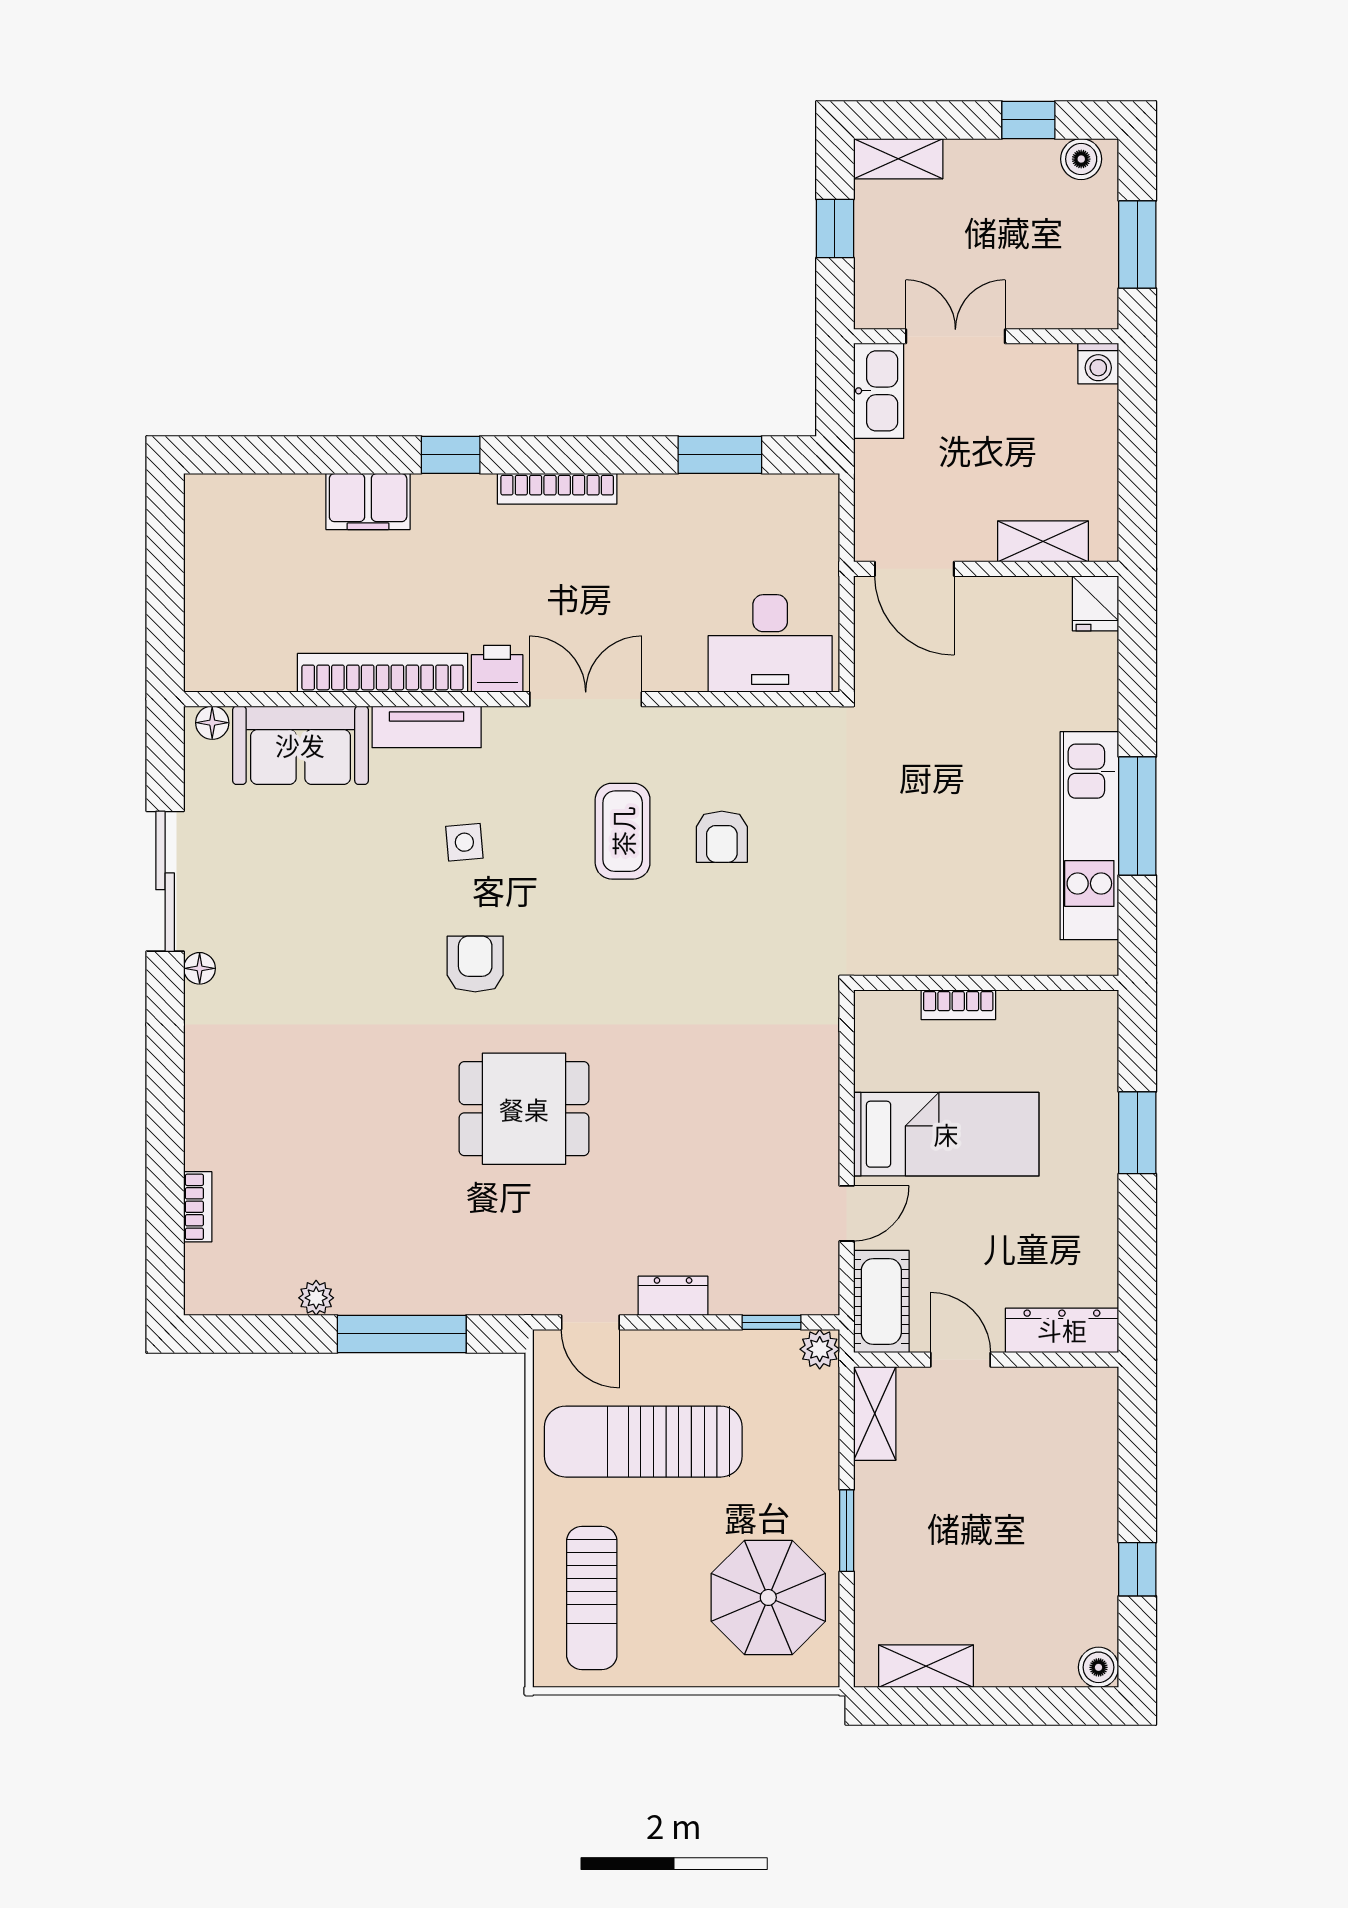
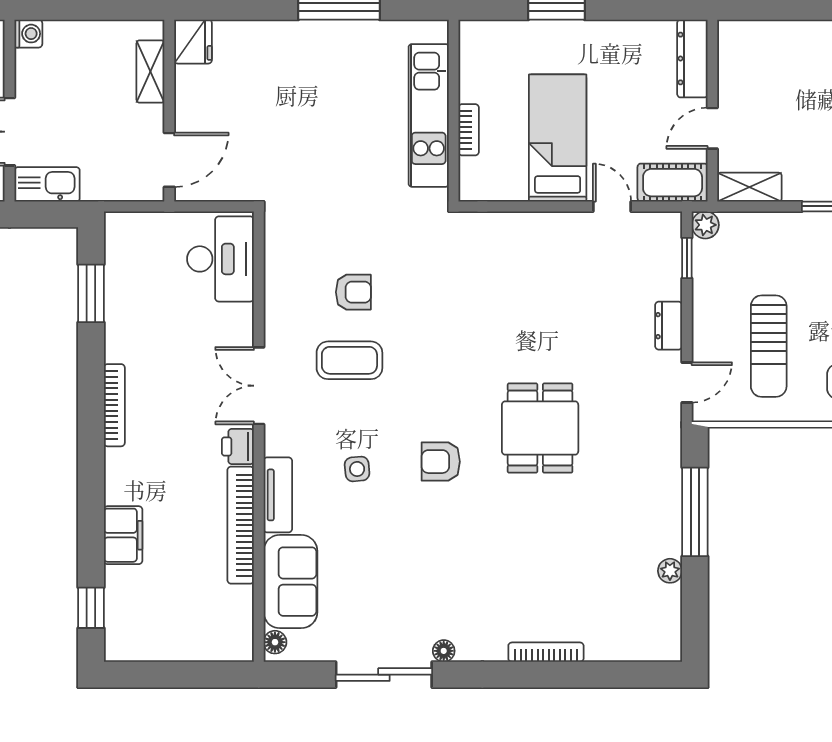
window: (451, 455) -> (91, 608), moved
fridge: (1096, 603) -> (193, 42), width x1.38
kitchen unit: (1089, 836) -> (429, 115), moved, turned 90
bookcase: (198, 1207) -> (546, 652), moved, width x1.56
sun lounger: (643, 1442) -> (769, 346), width x0.73, depth x0.75

